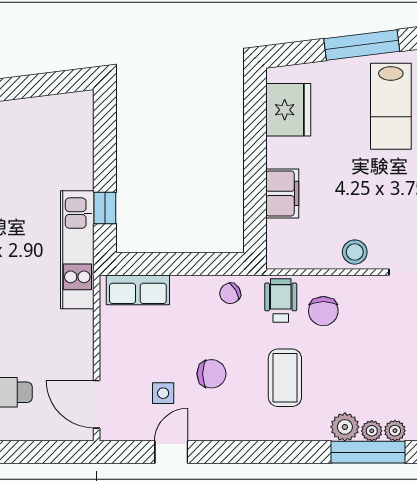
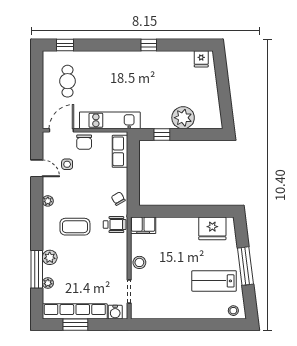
plant: (72, 167) -> (183, 118), added
filing cabinet: (282, 193) -> (143, 225), moved
kitchen unit: (77, 250) -> (110, 120), moved
chair: (323, 311) -> (109, 246), removed
chair: (211, 374) -> (84, 142), moved
plant: (372, 431) -> (48, 201), moved

